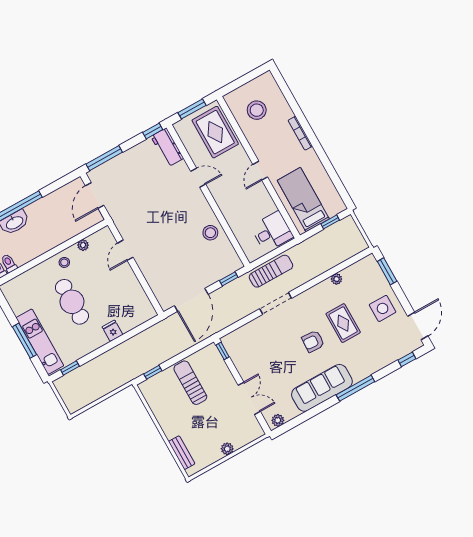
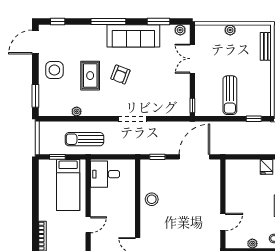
sun lounger: (271, 271) -> (84, 139), moved
armchair: (313, 341) -> (120, 74), turned 108
window: (305, 417) -> (158, 21), added

